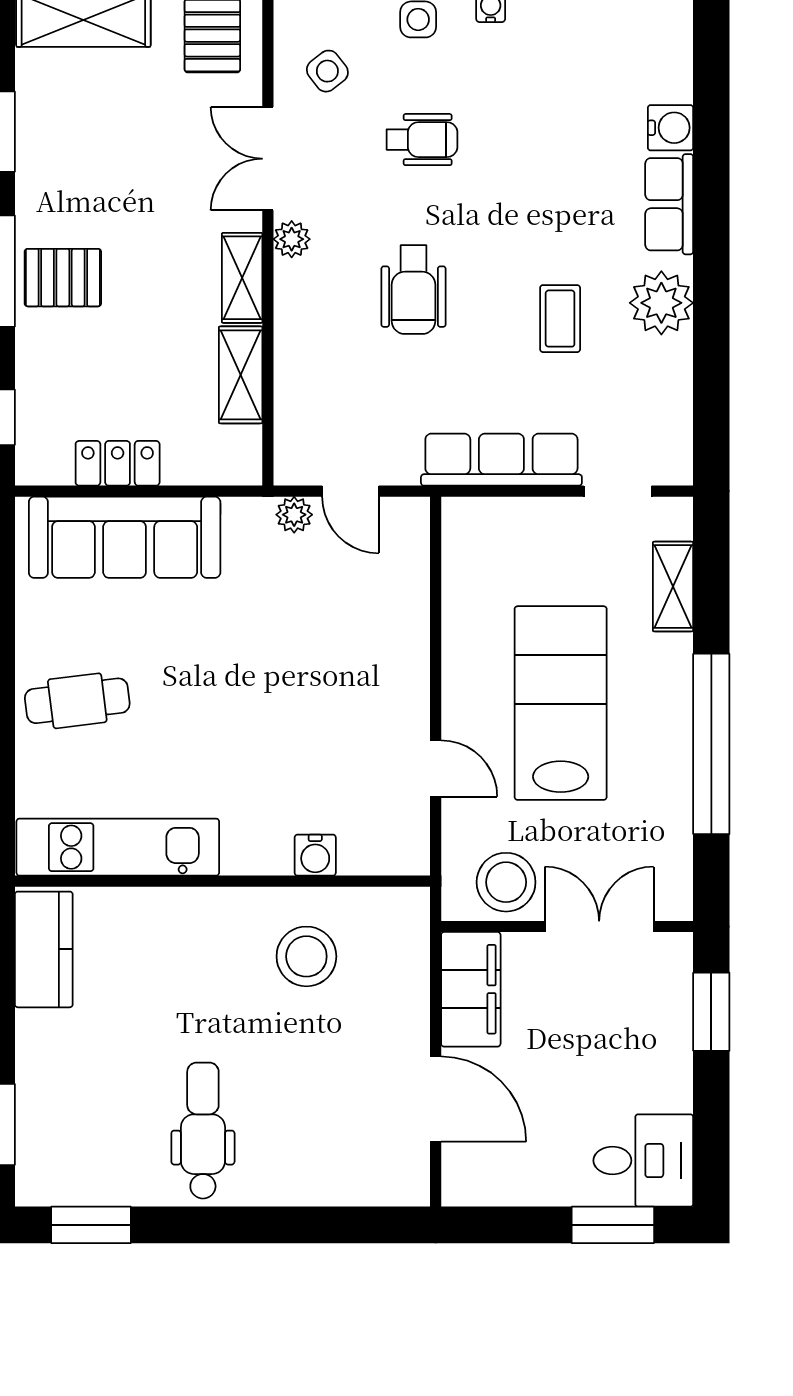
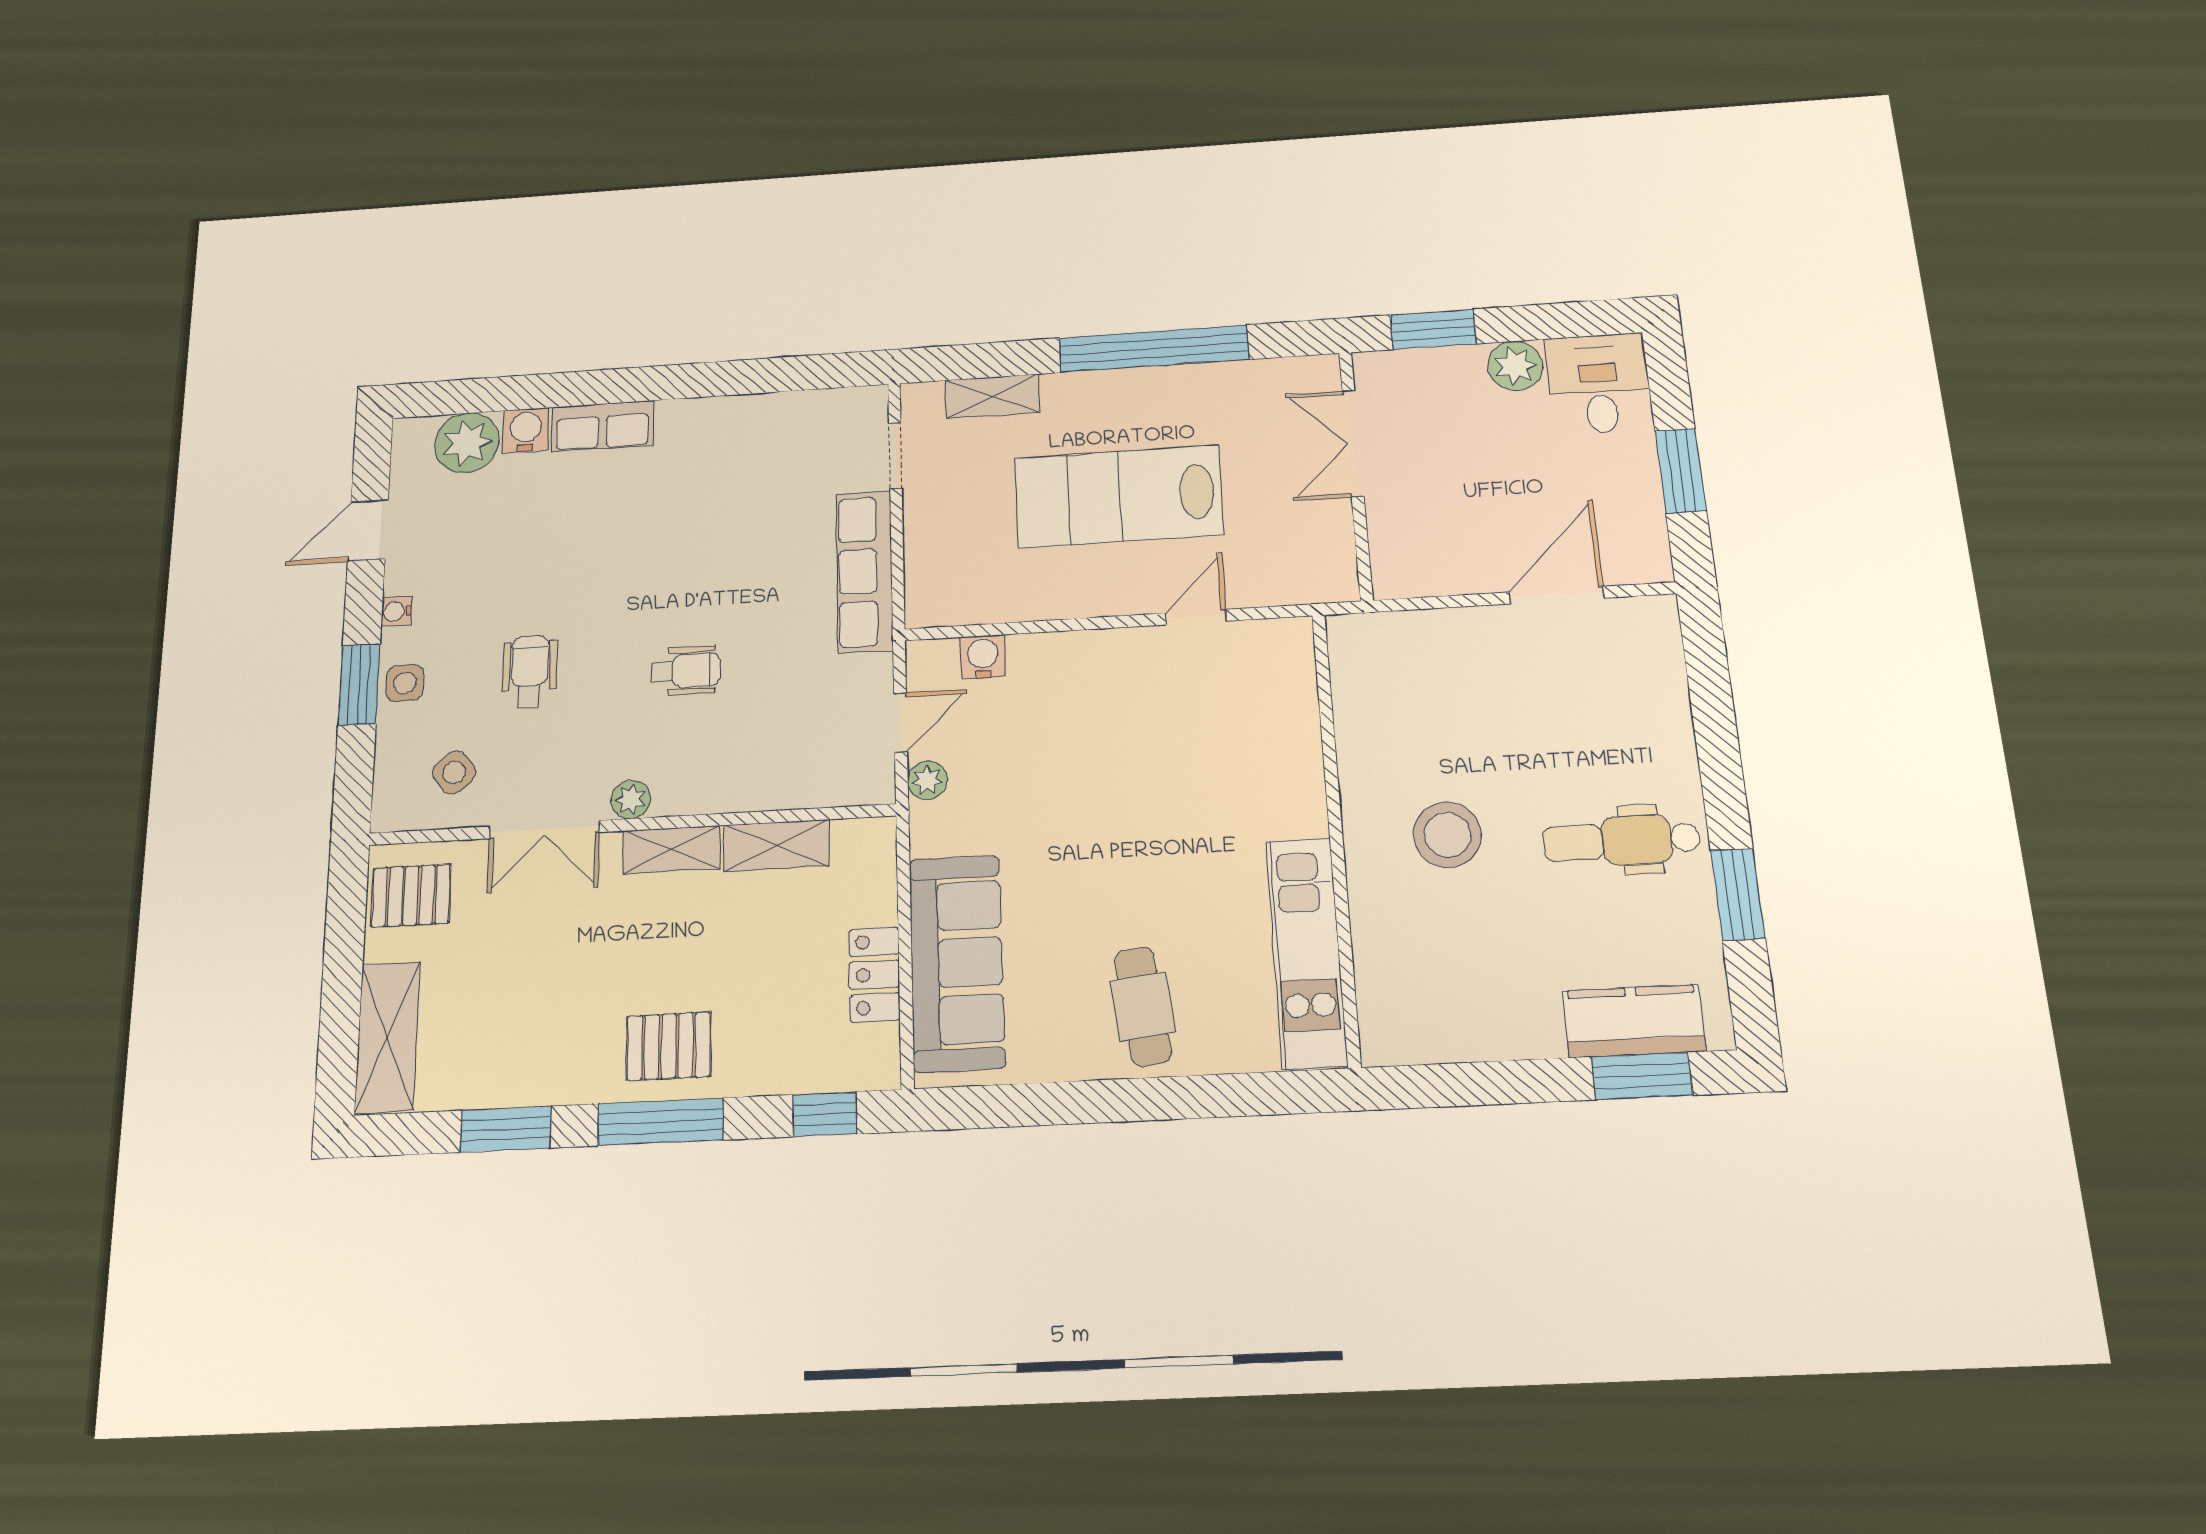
pallet: (63, 278) -> (669, 1046), turned 90
wheelchair: (413, 289) -> (686, 671), width x0.73, depth x0.73
plant: (661, 303) -> (467, 443), moved
coffee table: (560, 319) -> (718, 523), removed
water cooler: (315, 855) -> (983, 657), moved, turned -90
stool: (506, 882) -> (1313, 538), removed
kitchen counter: (44, 949) -> (1634, 1021), moved
stool: (306, 956) -> (1447, 835), moved
filing cabinet: (471, 989) -> (1432, 567), removed
plant: (667, 1085) -> (1515, 366), added
window: (91, 1225) -> (1738, 894), moved
window: (613, 1225) -> (1681, 471), moved

